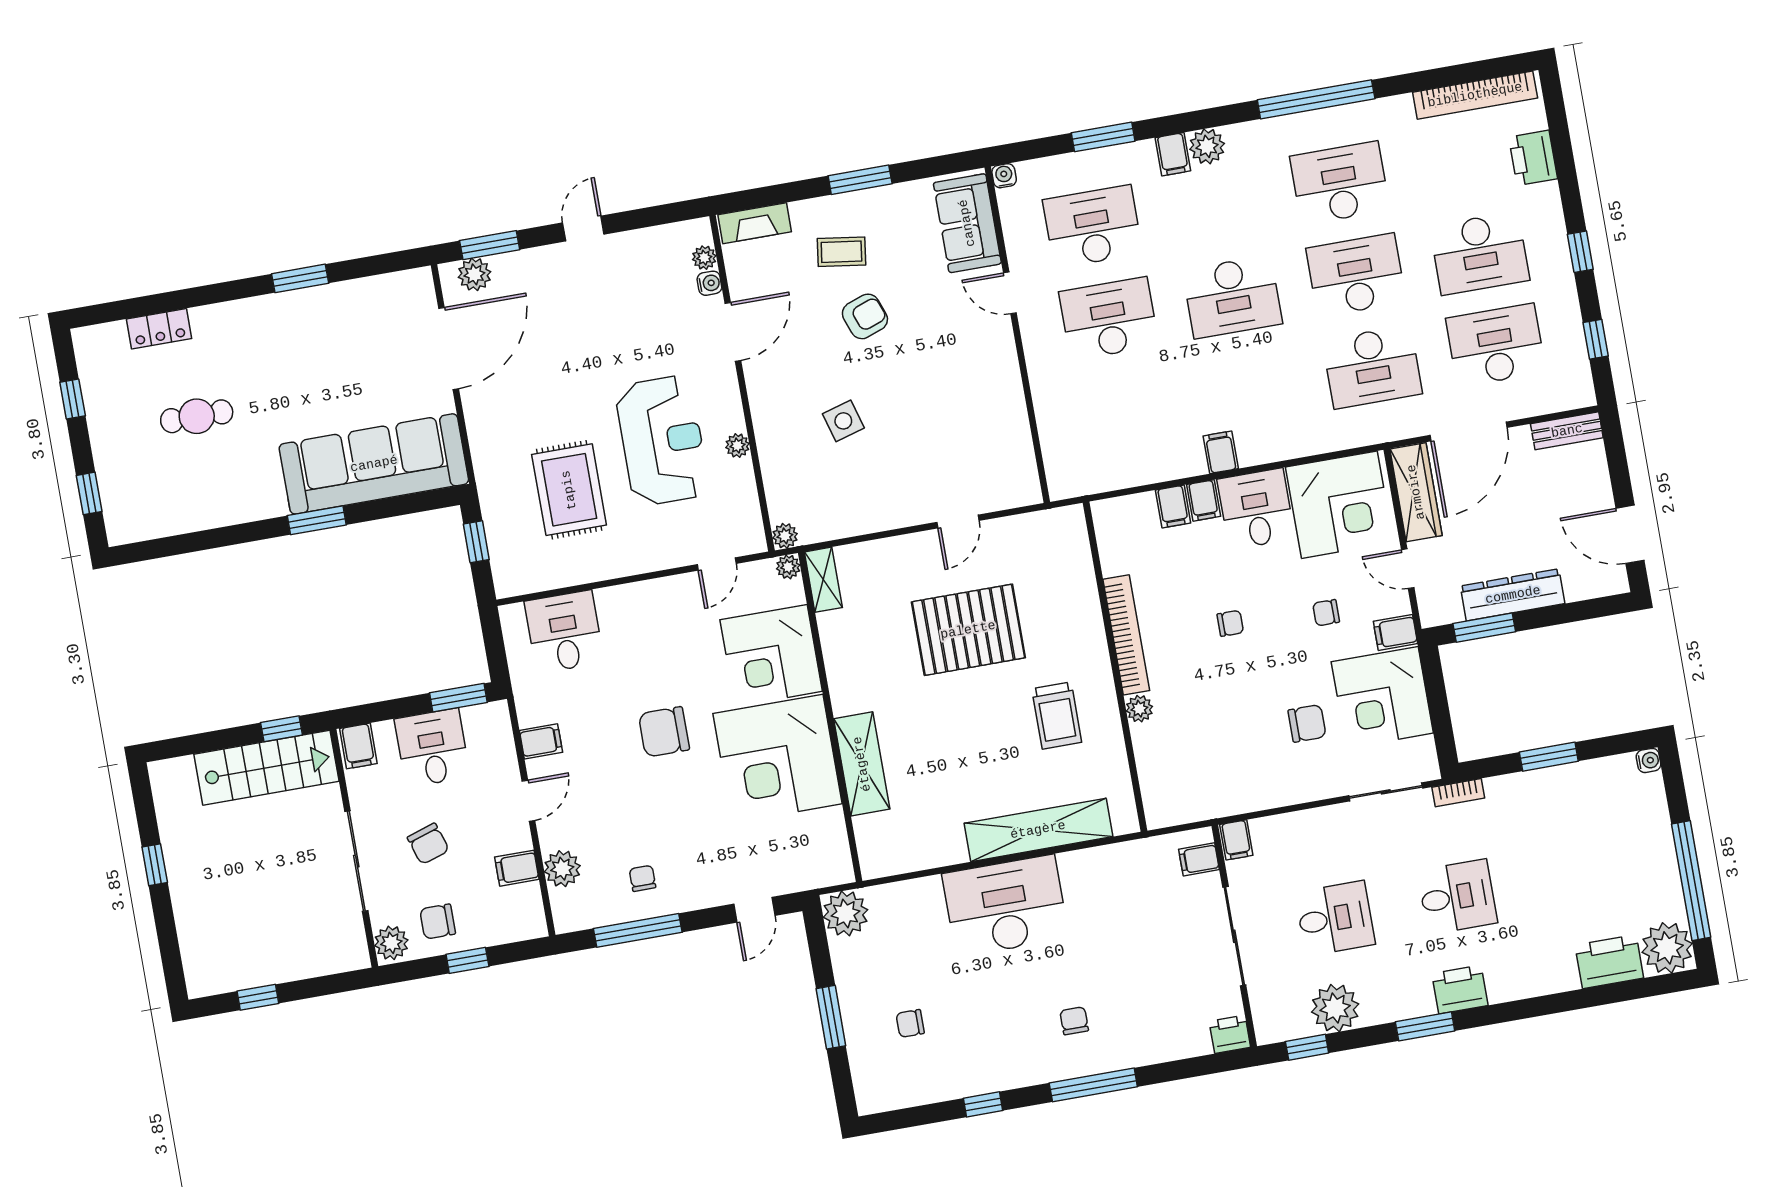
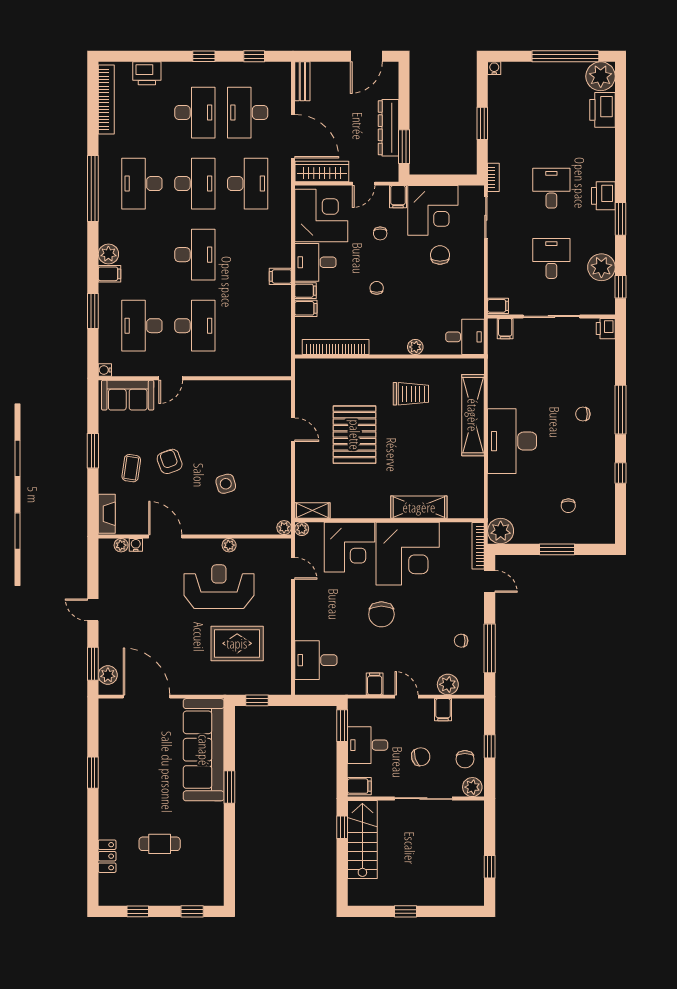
desk: (1356, 275) -> (195, 184), turned 180
desk: (1109, 319) -> (195, 326), turned 180
cafe table: (197, 416) -> (160, 844), turned 90
bookcase: (1126, 635) -> (336, 347), moved
desk: (1172, 792) -> (465, 337), added
bookcase: (813, 879) -> (478, 546), added

